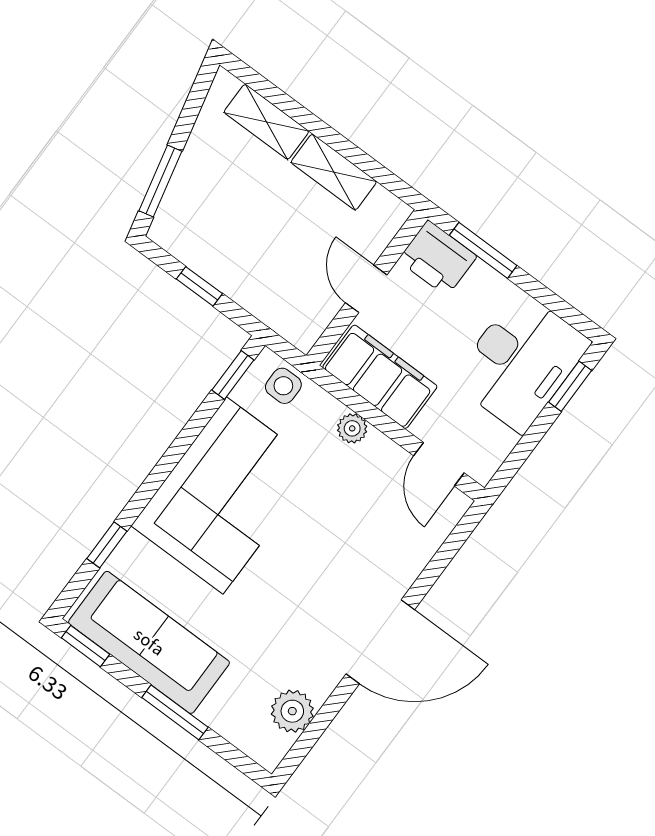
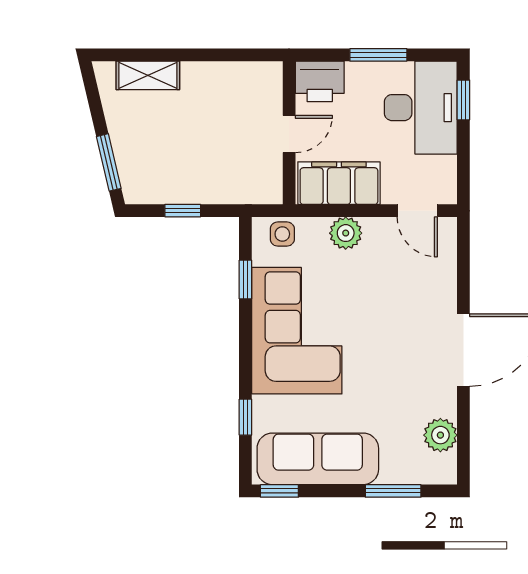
shelving: (334, 172) -> (214, 76), removed
window: (483, 250) -> (378, 55), moved
door: (366, 289) -> (289, 134), swing flipped
window: (233, 375) -> (245, 279), moved
plant: (352, 428) -> (346, 233), width x1.38, depth x1.38
window: (175, 712) -> (393, 491), moved

